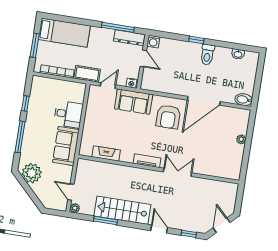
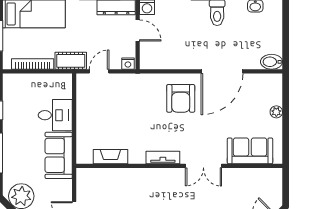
sofa: (134, 102) -> (250, 151), moved, turned 180
double door: (178, 172) -> (203, 166), swing flipped

